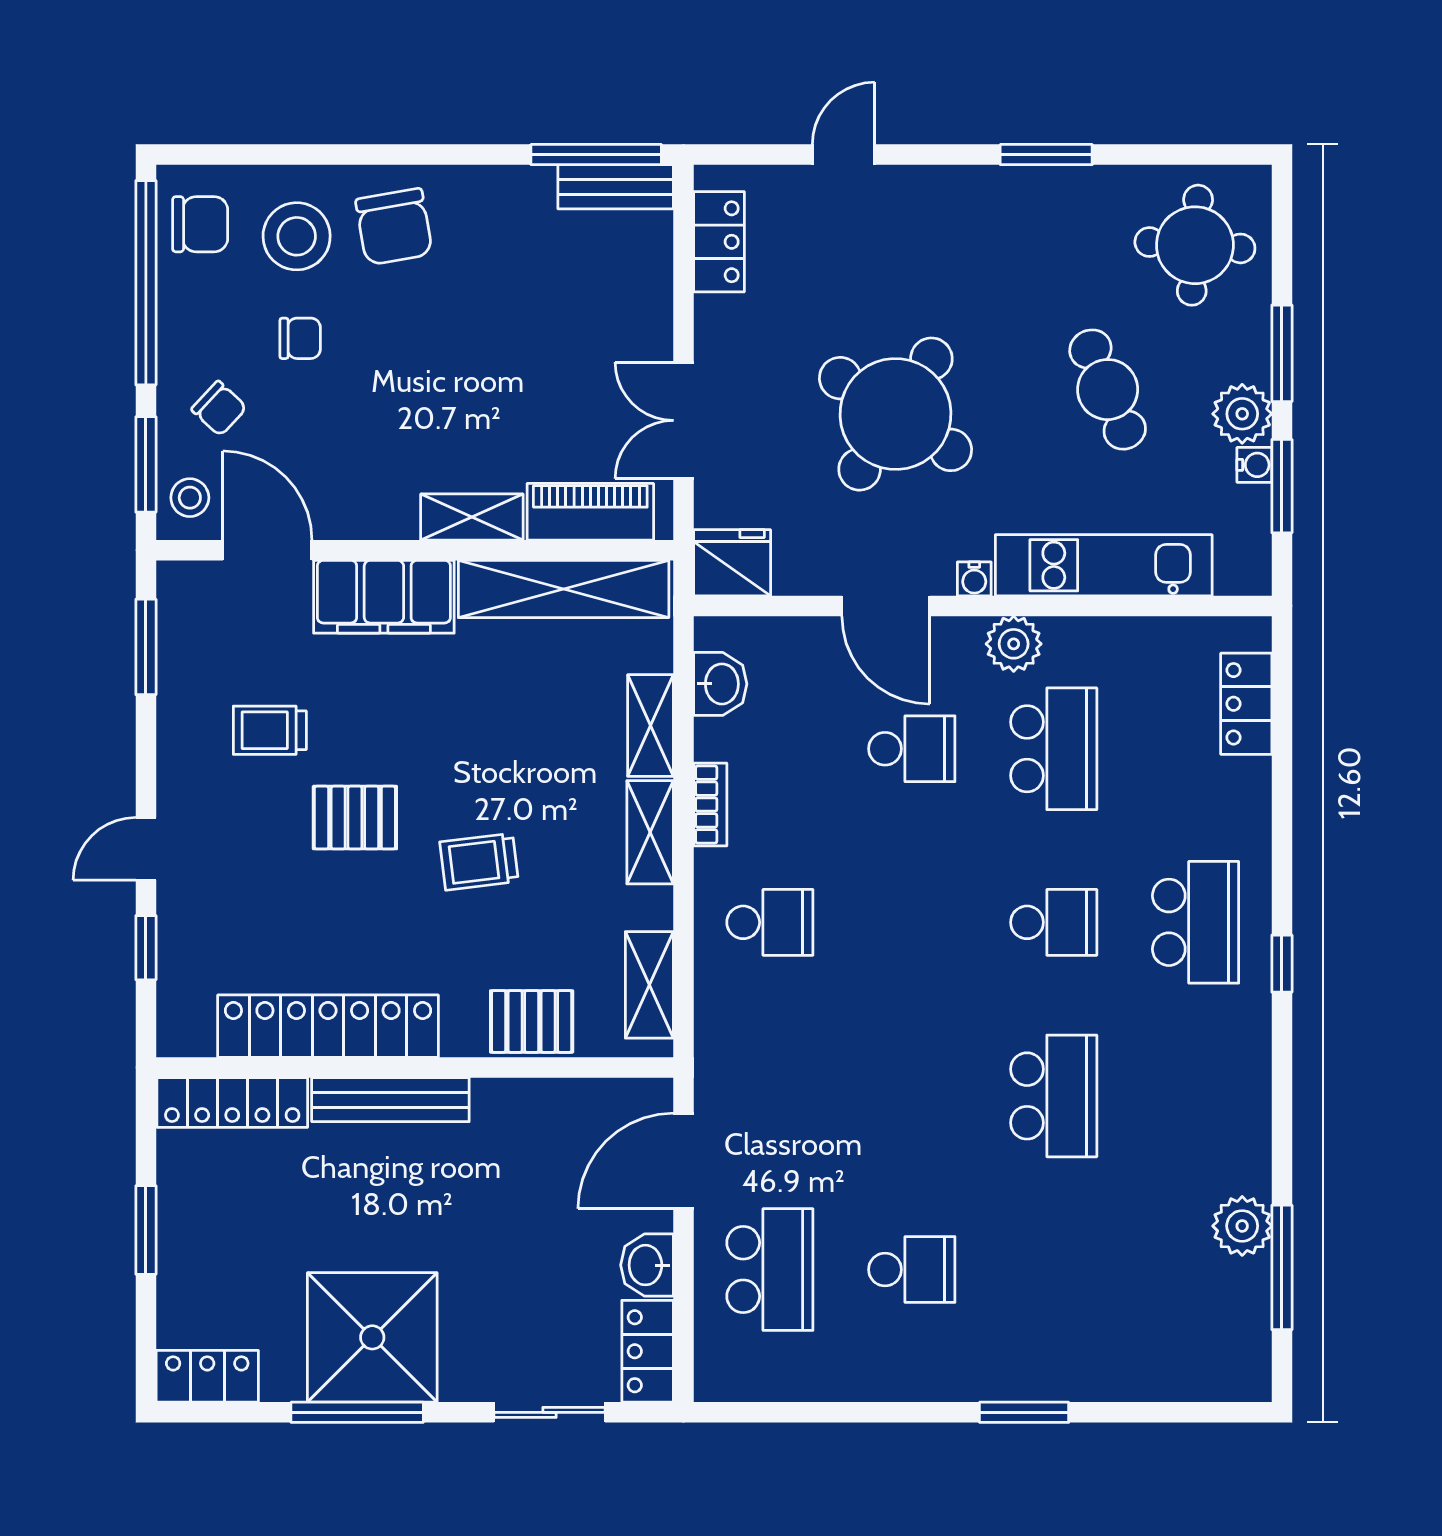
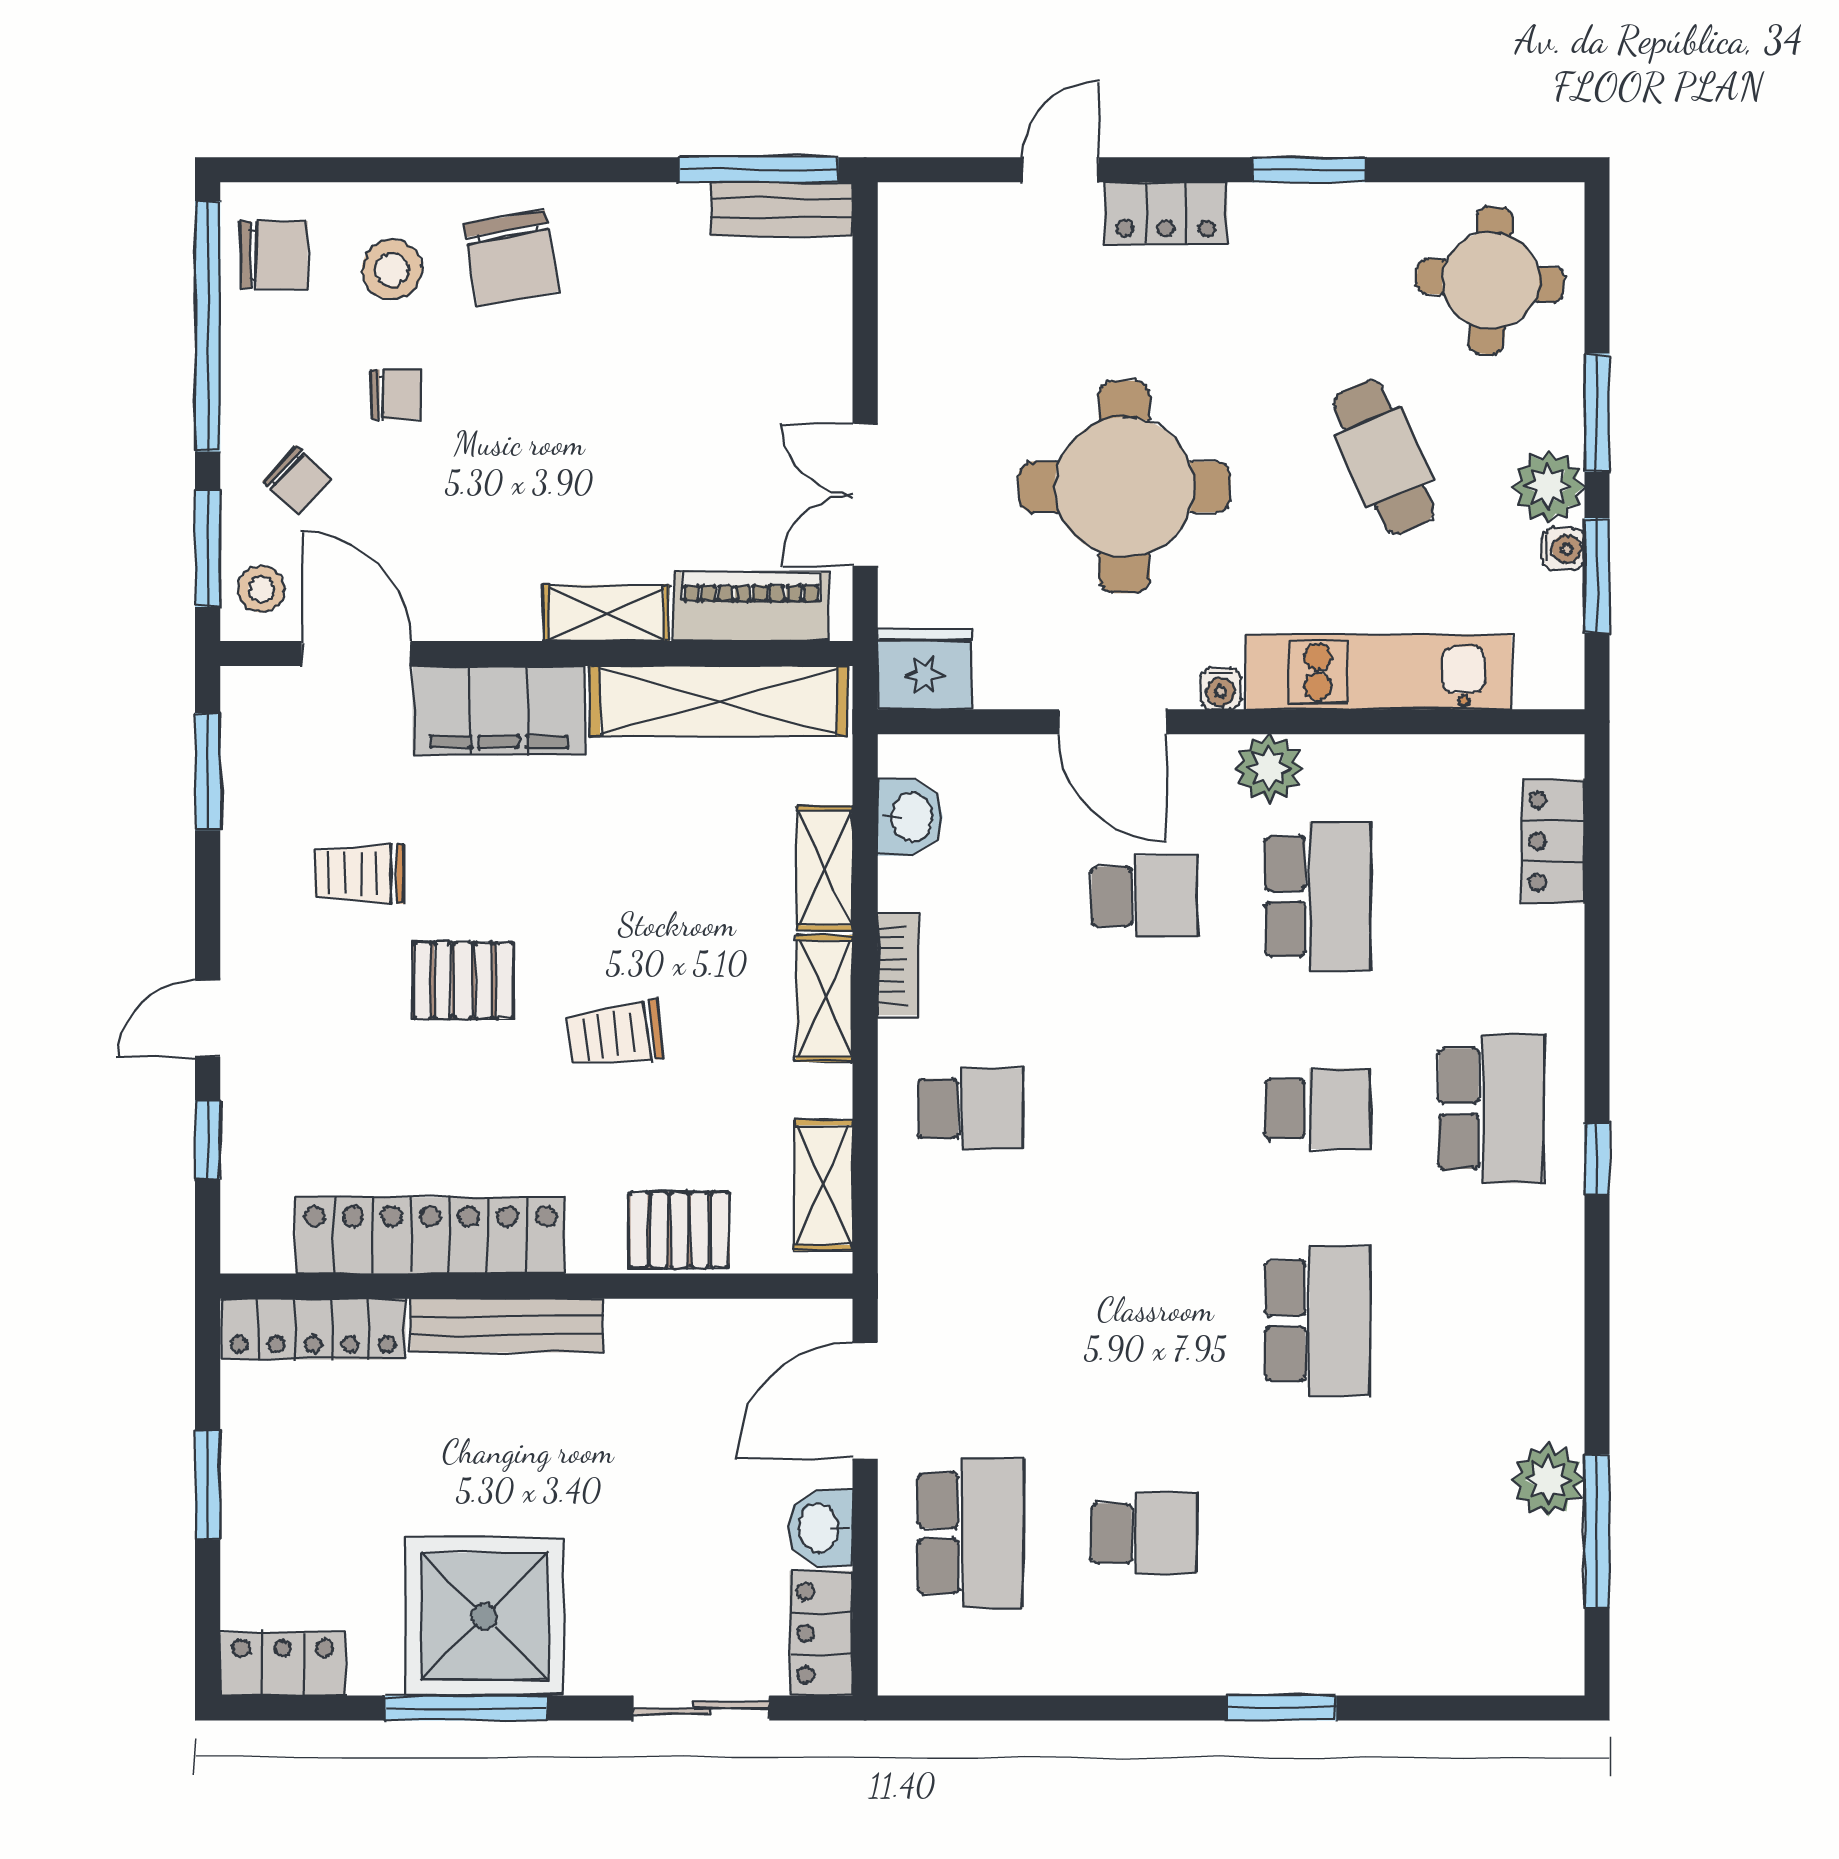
stool: (297, 236) -> (392, 270), width x0.73, depth x0.73
locker: (719, 242) -> (1166, 213), moved, turned 90
round table: (895, 414) -> (1124, 487), turned -33

